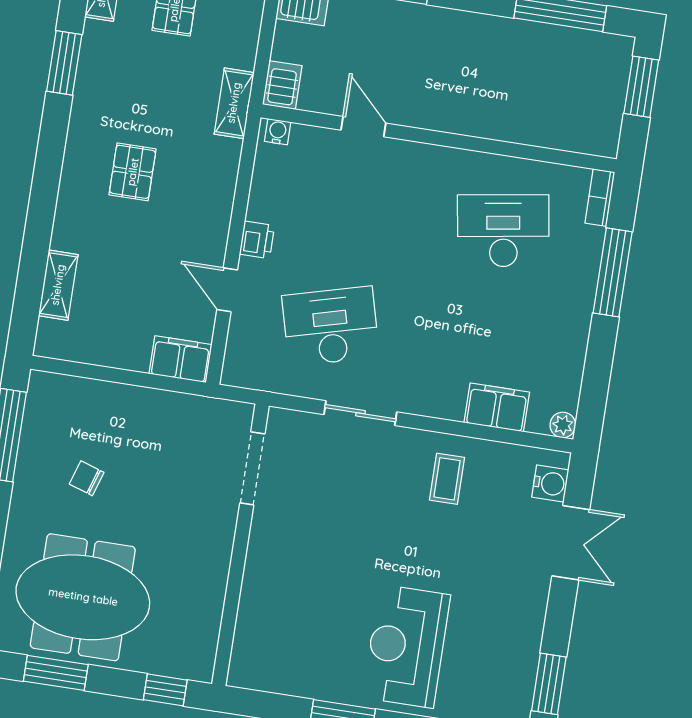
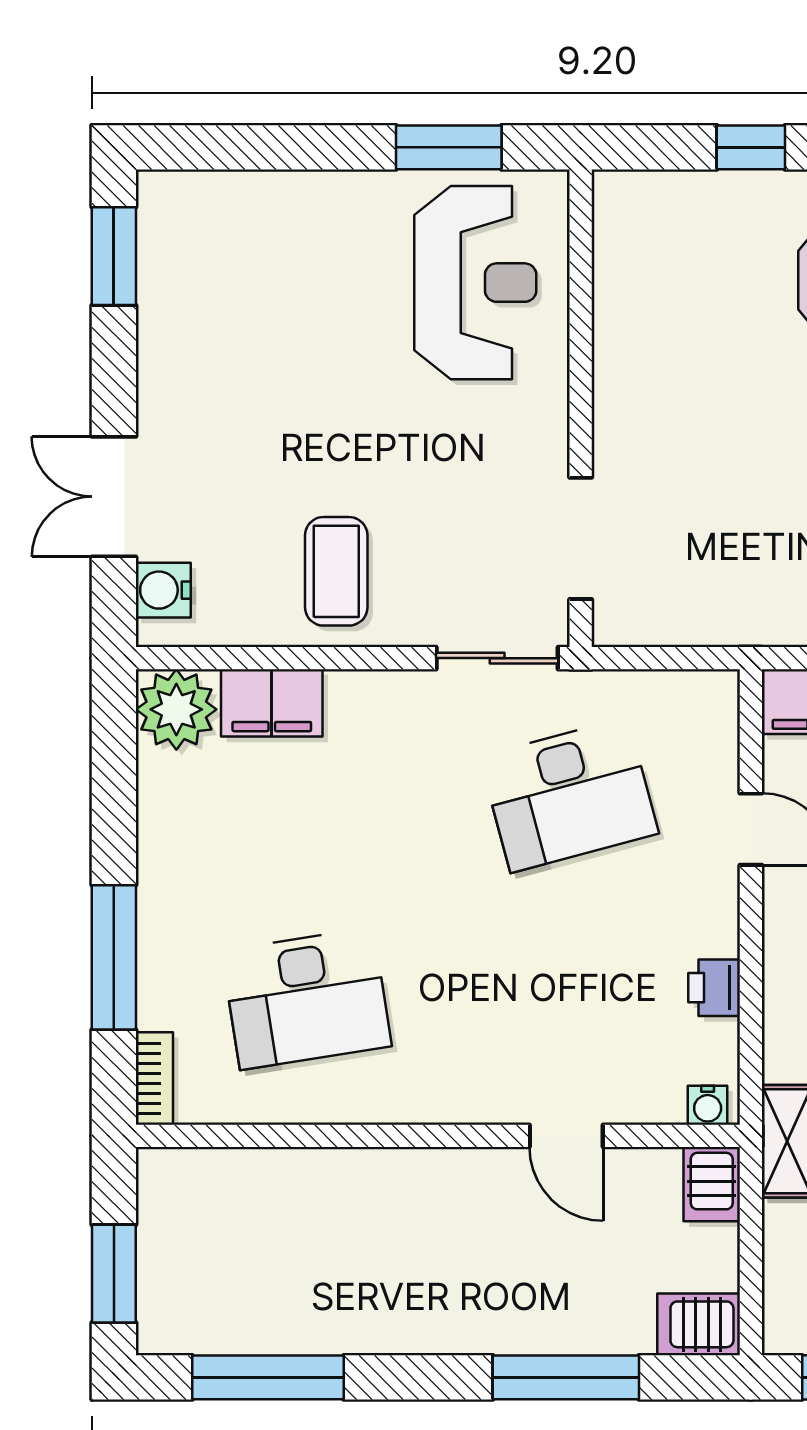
printer: (257, 240) -> (714, 988), moved
plant: (563, 425) -> (176, 709), width x1.88, depth x1.88
doorway: (252, 468) -> (581, 538), moved
coffee table: (447, 479) -> (336, 571), width x1.36, depth x1.30
wall: (240, 545) -> (581, 408), moved
reception desk: (406, 646) -> (475, 283), moved

